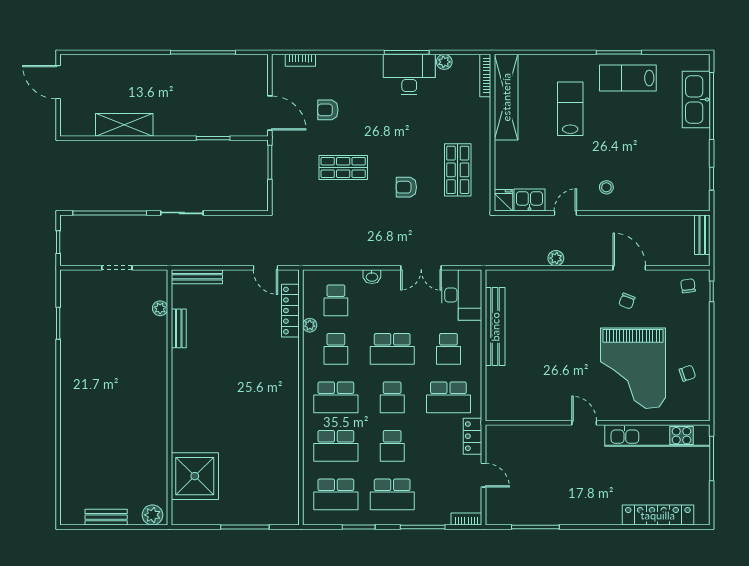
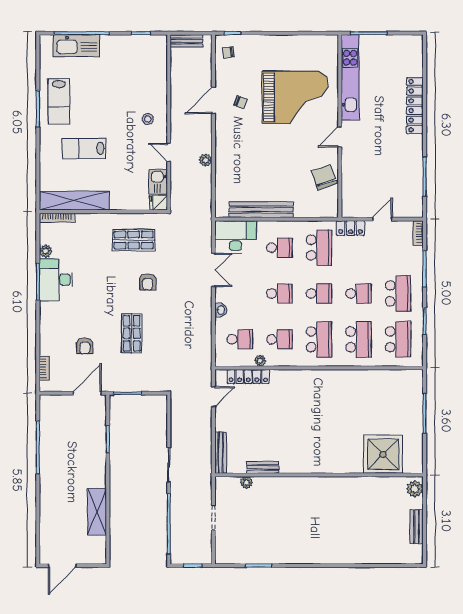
school desk: (392, 349) -> (279, 293), width x0.54
chair: (687, 373) -> (324, 177), moved, width x1.87, depth x1.87
locker: (658, 515) -> (415, 106), moved

